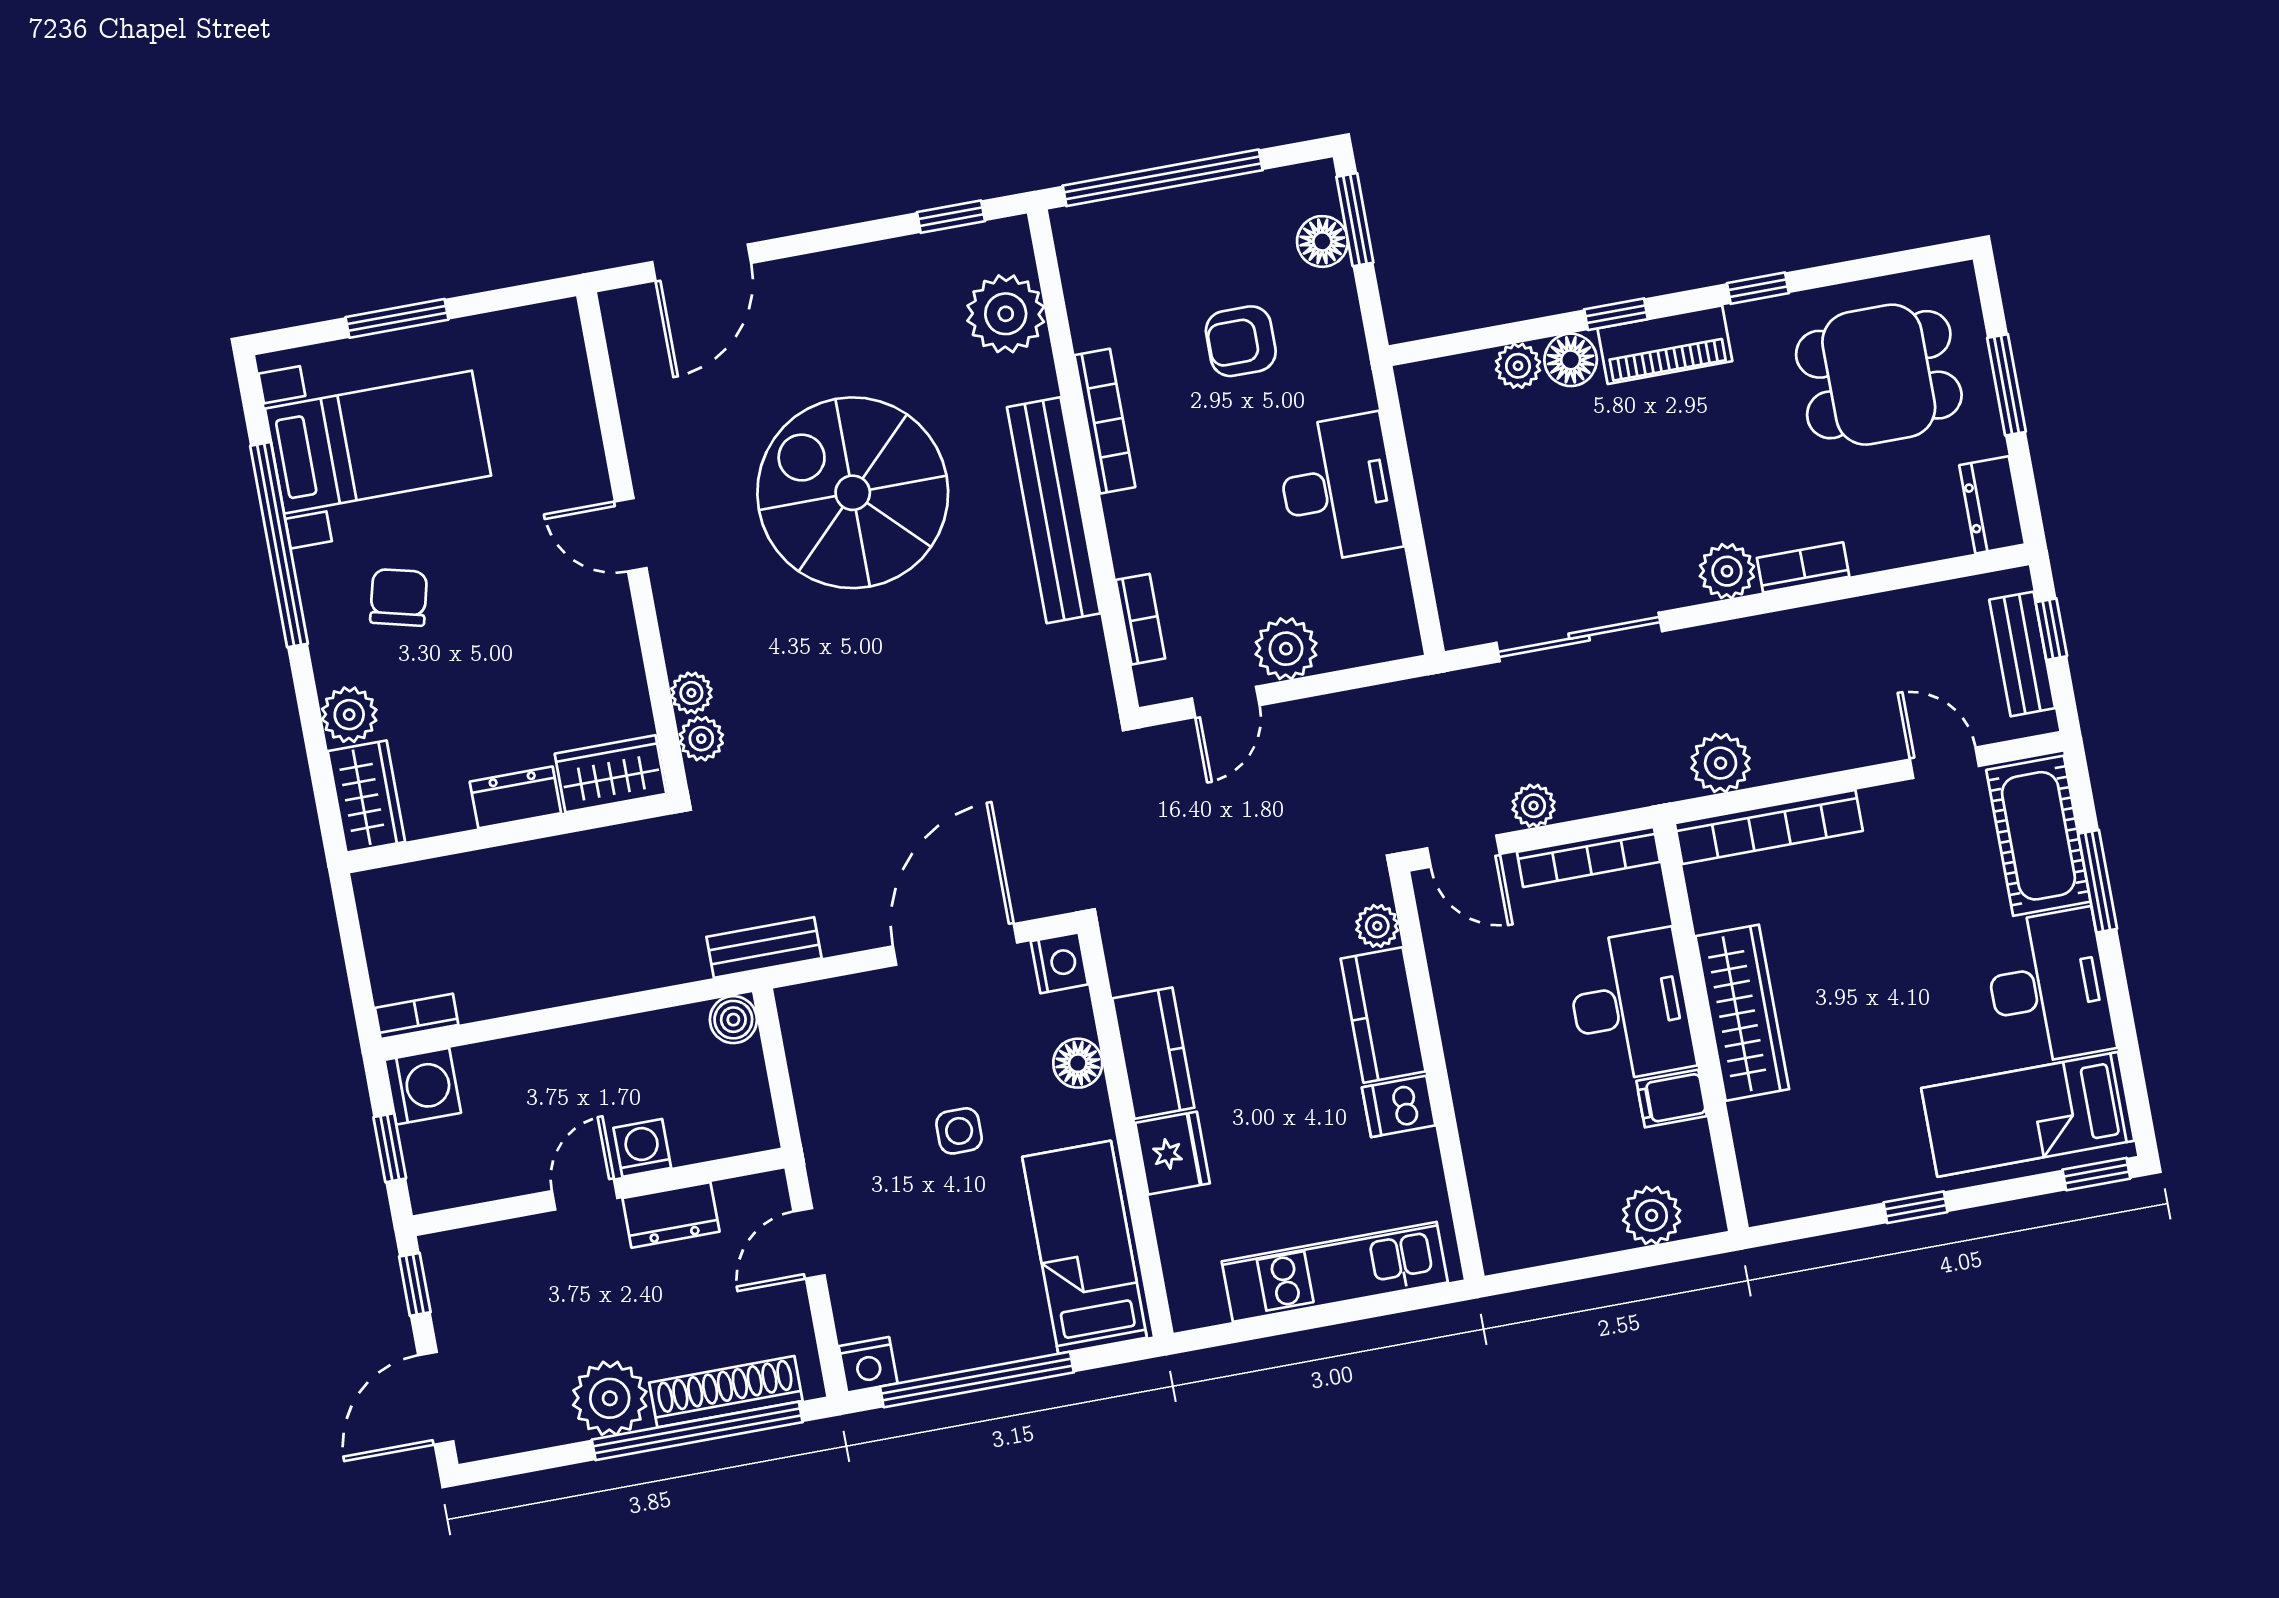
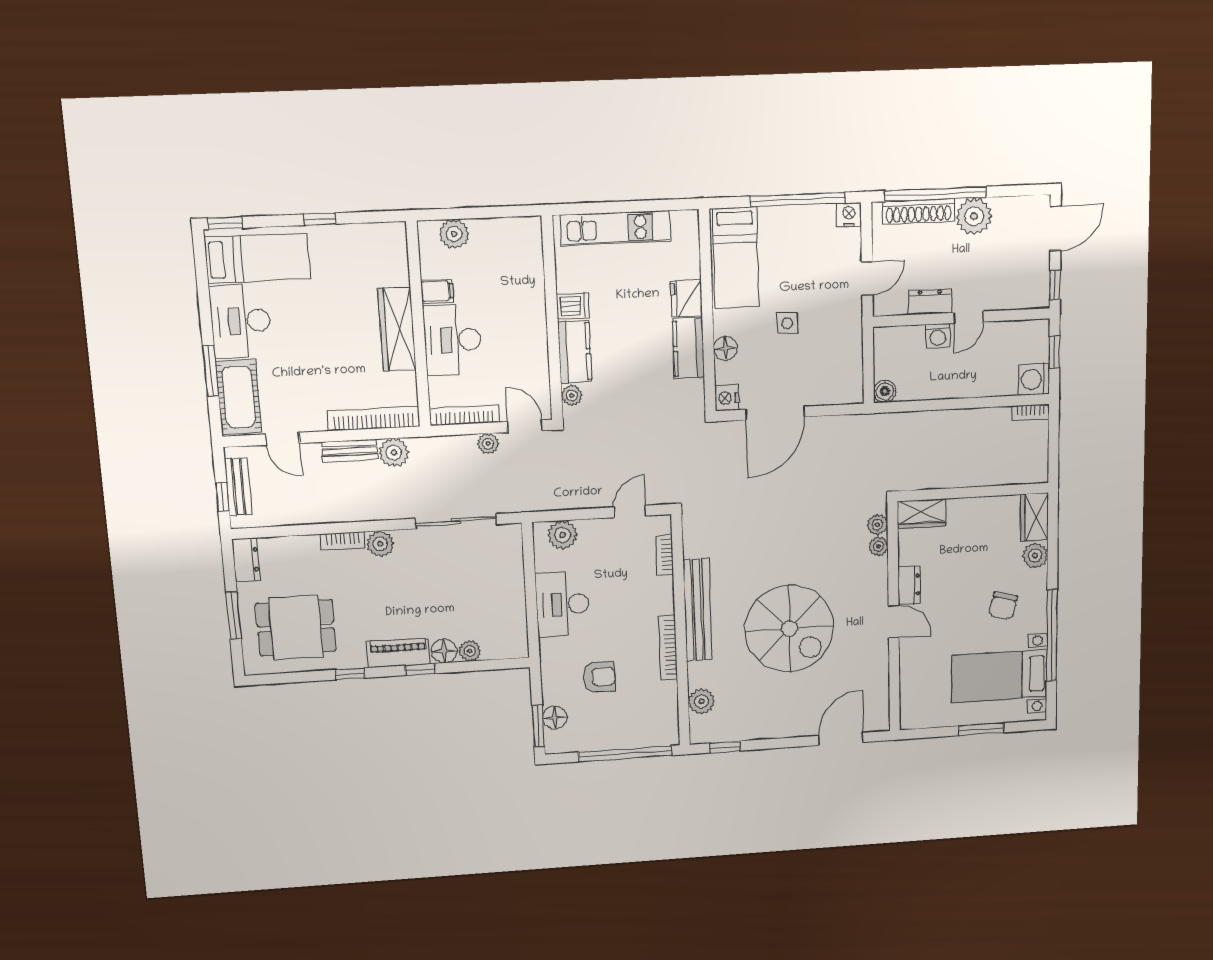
plant: (1006, 314) -> (702, 701), width x0.73, depth x0.73
plant: (1286, 649) -> (563, 535), moved
dresser: (515, 797) -> (909, 585), moved, turned -90
bench: (764, 947) -> (350, 451), moved

